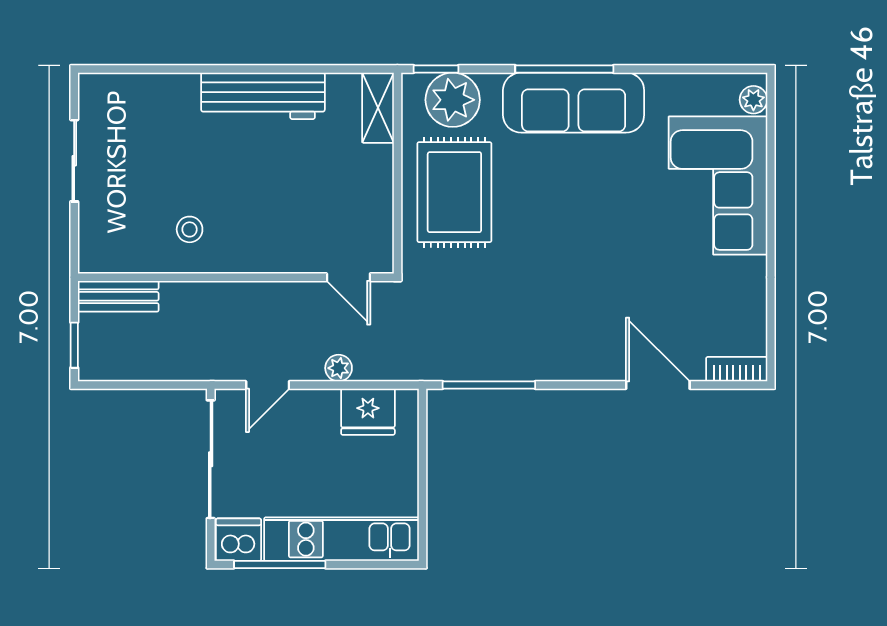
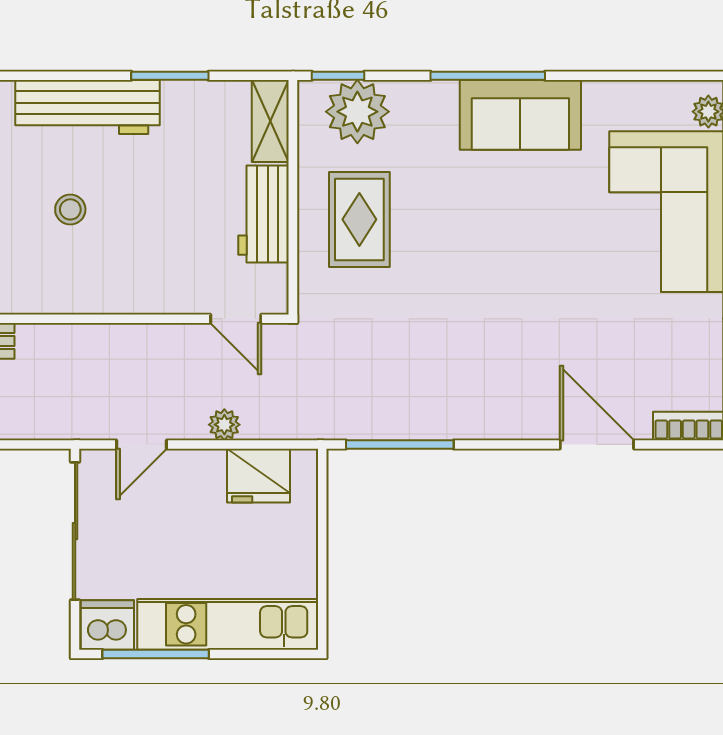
window: (292, 69) -> (170, 76), added
workbench: (263, 96) -> (87, 107), moved
sofa: (574, 103) -> (520, 115), width x0.73
workbench: (372, 188) -> (264, 214), added
rug: (454, 192) -> (359, 219), width x0.73, depth x0.70
stool: (190, 229) -> (70, 209), moved

